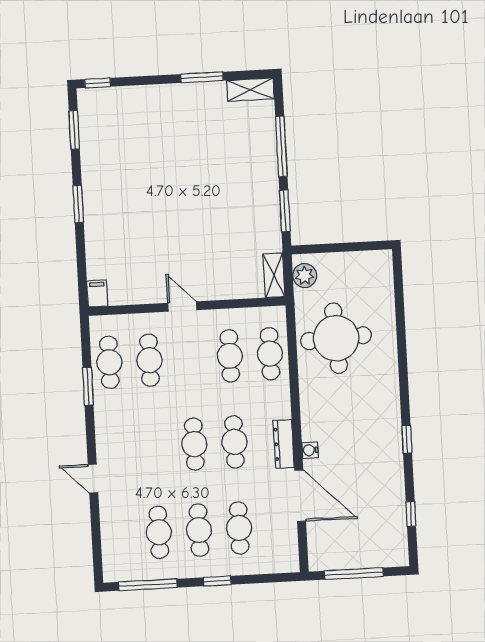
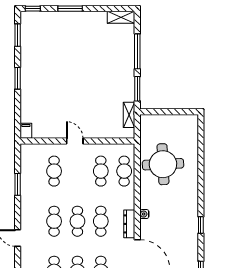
window: (202, 77) -> (70, 9), moved
shelving: (274, 275) -> (129, 115), moved
plant: (305, 276) -> (147, 127), removed
cafe table: (109, 362) -> (54, 221), moved
water cooler: (310, 450) -> (144, 214), moved

